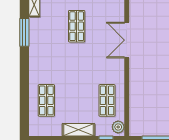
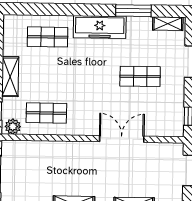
freezer: (38, 59) -> (100, 27), added

